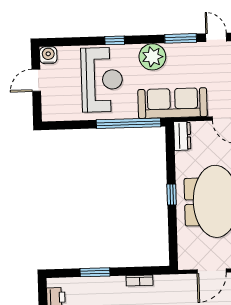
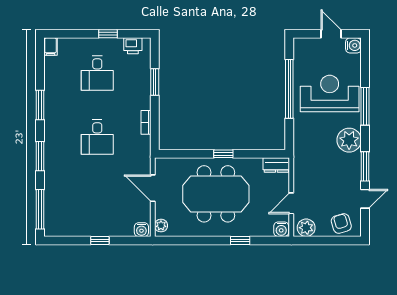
window: (115, 40) -> (365, 106), width x2.17
reception desk: (102, 80) -> (330, 94), turned 180
sofa: (173, 103) -> (306, 157), removed
window: (129, 123) -> (289, 89), moved

